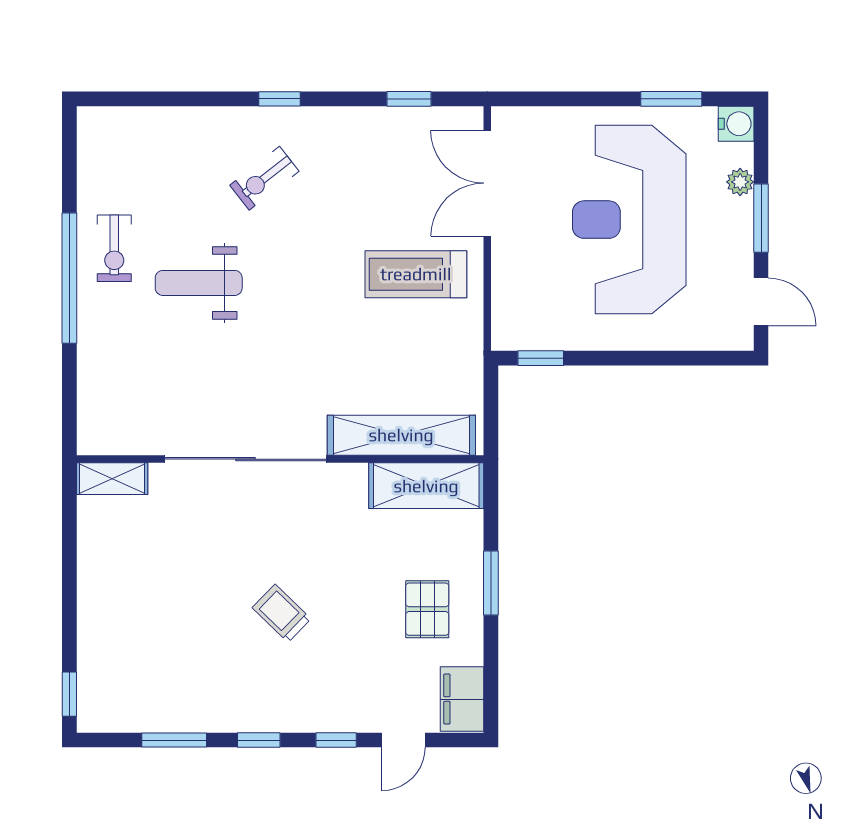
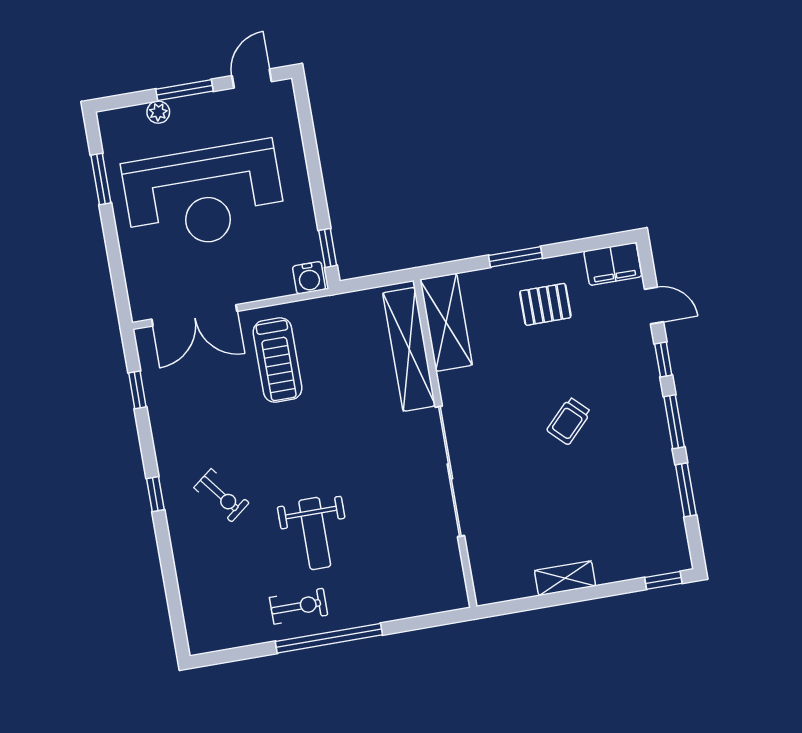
water cooler: (736, 124) -> (309, 278), moved, turned 180
shelving: (112, 479) -> (565, 578), moved, turned 90
window: (259, 740) -> (674, 422), width x1.50

